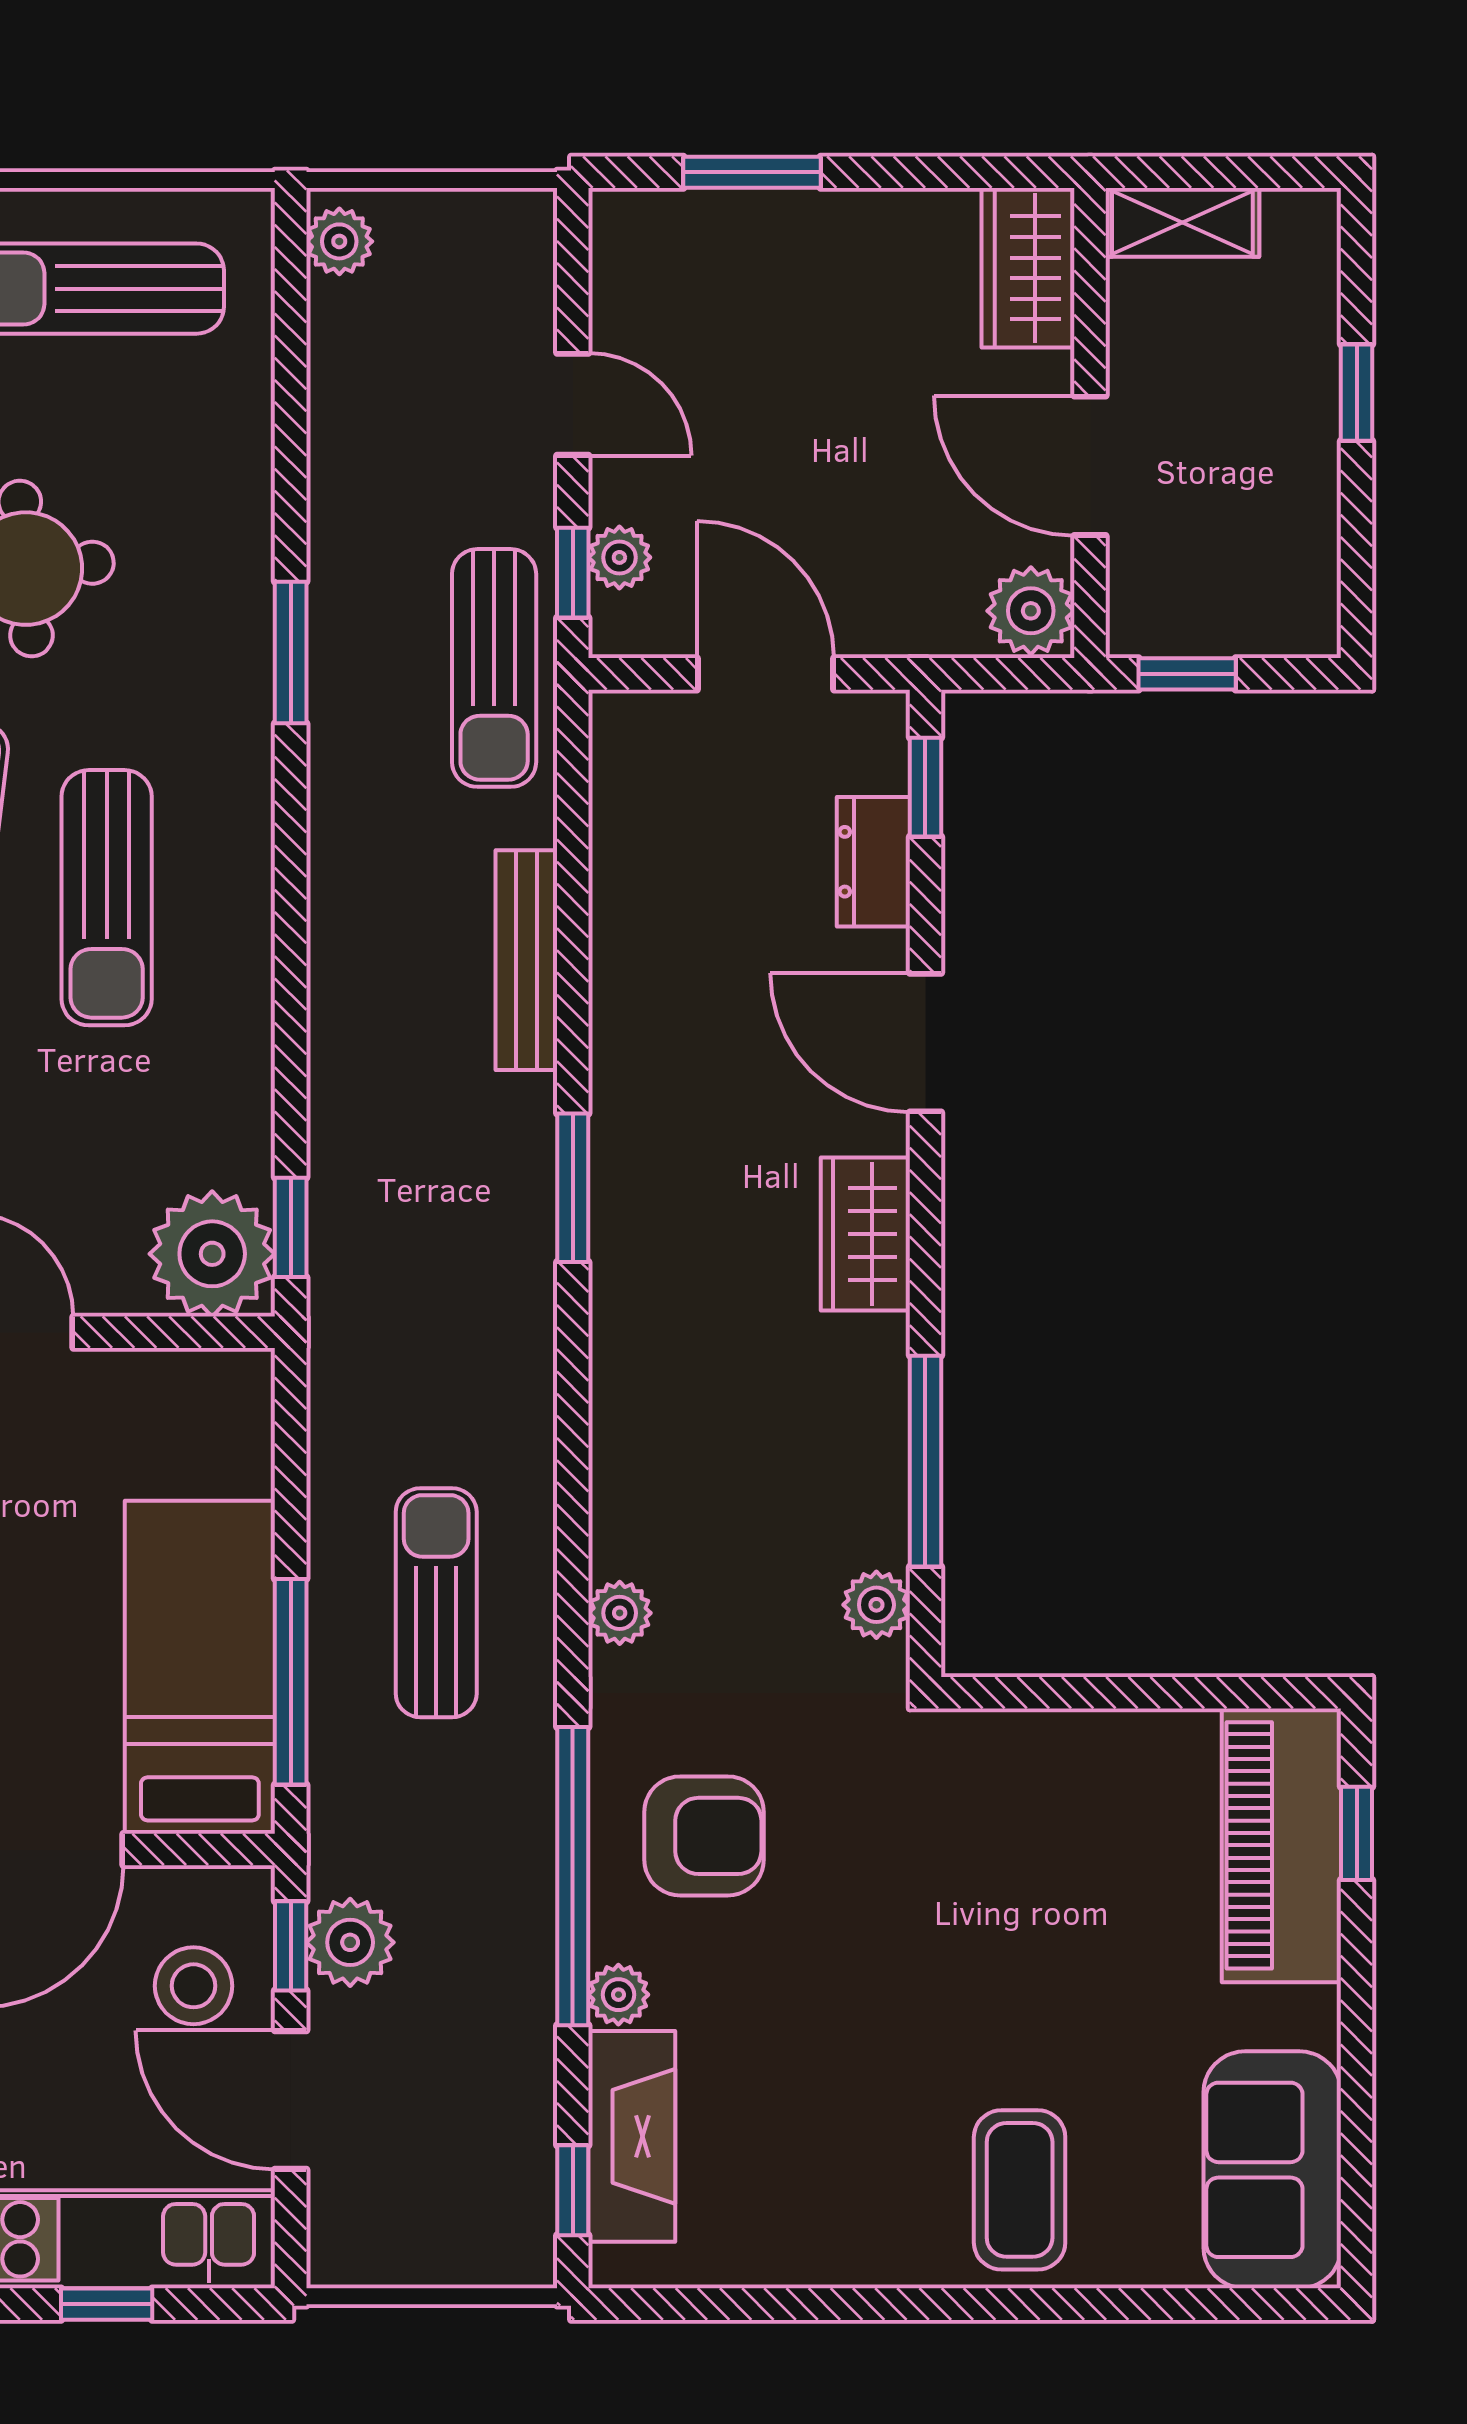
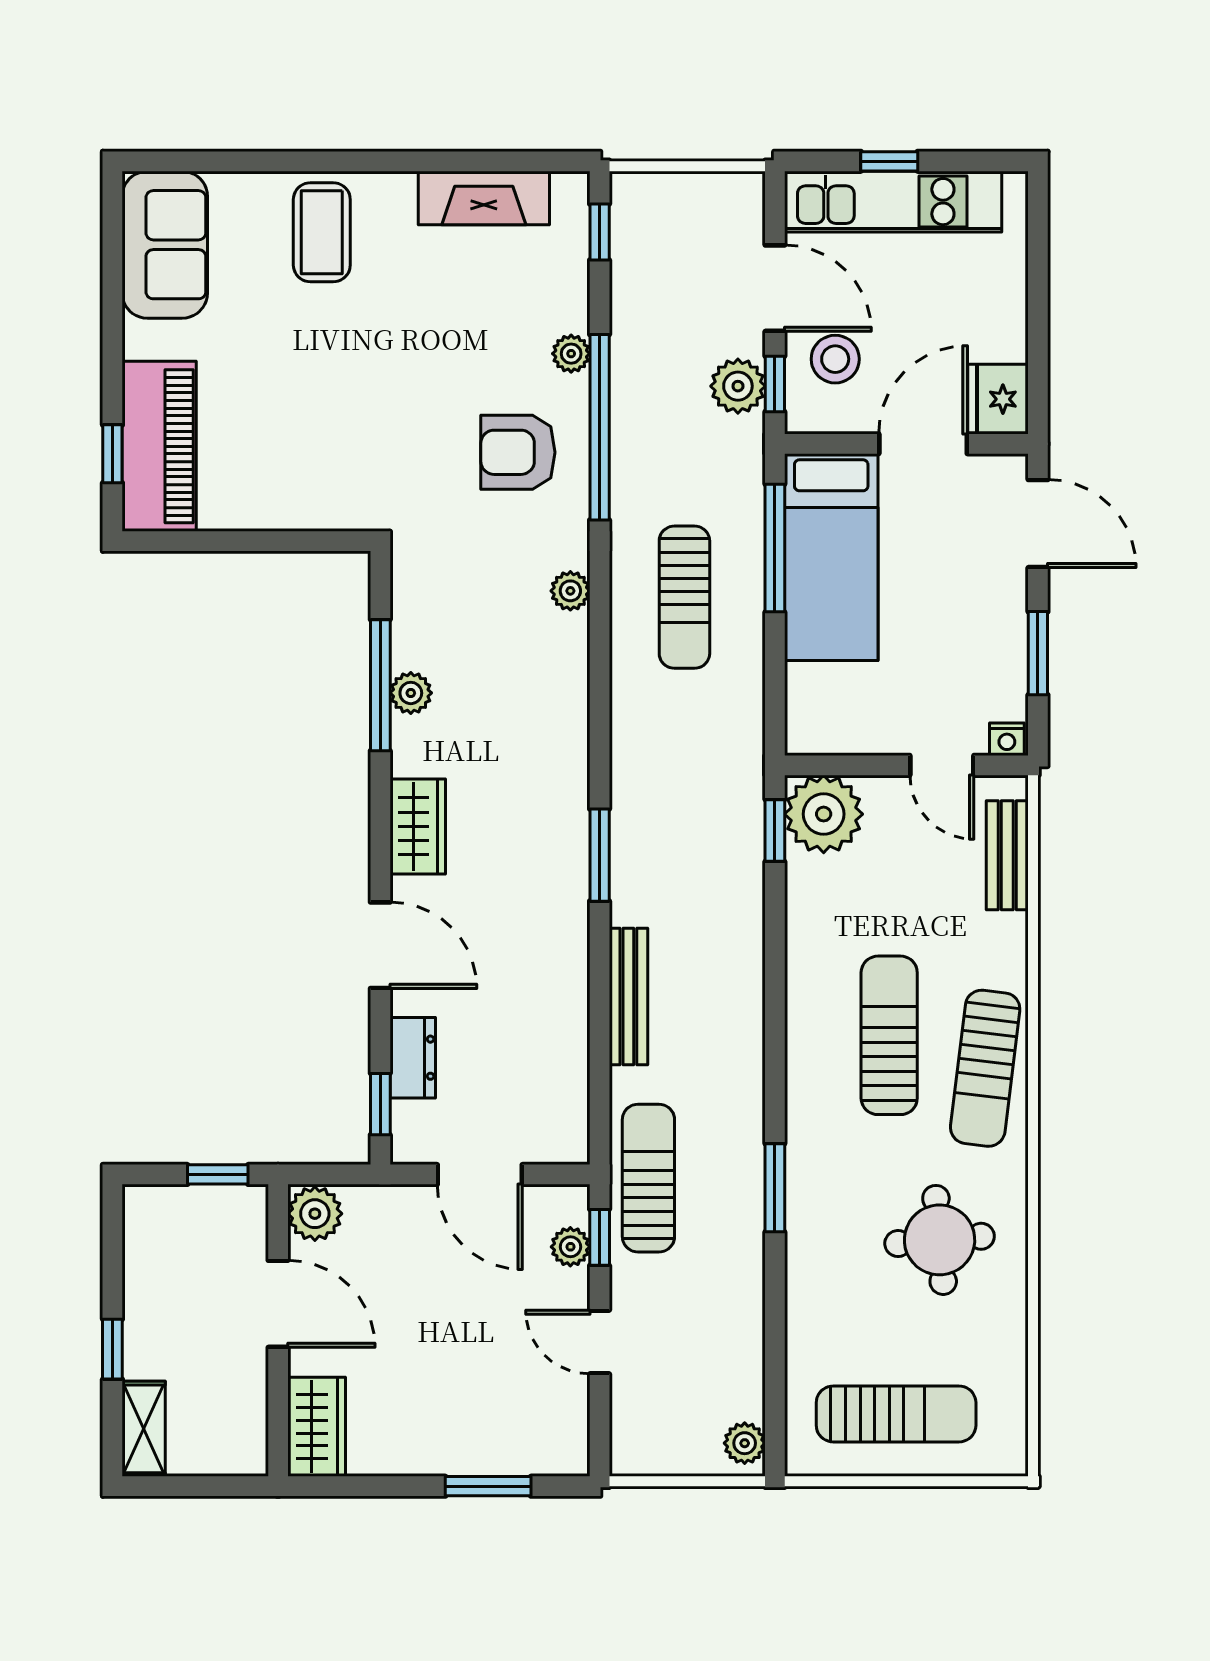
shelving: (1182, 222) -> (144, 1429), moved, turned 90
plant: (876, 1605) -> (411, 693), moved
fireplace: (632, 2136) -> (484, 198), moved, turned -90

